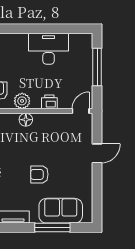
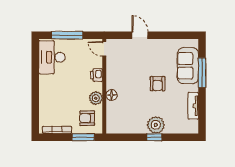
desk: (49, 49) -> (52, 57), moved

